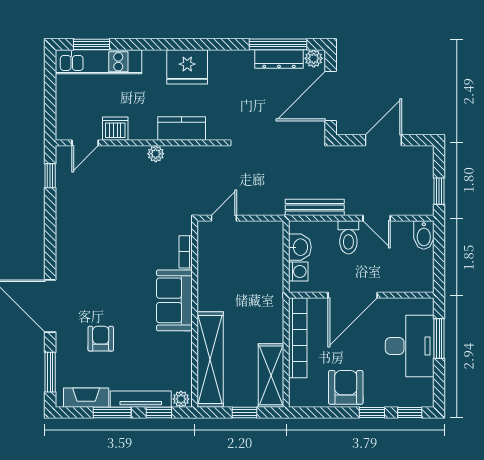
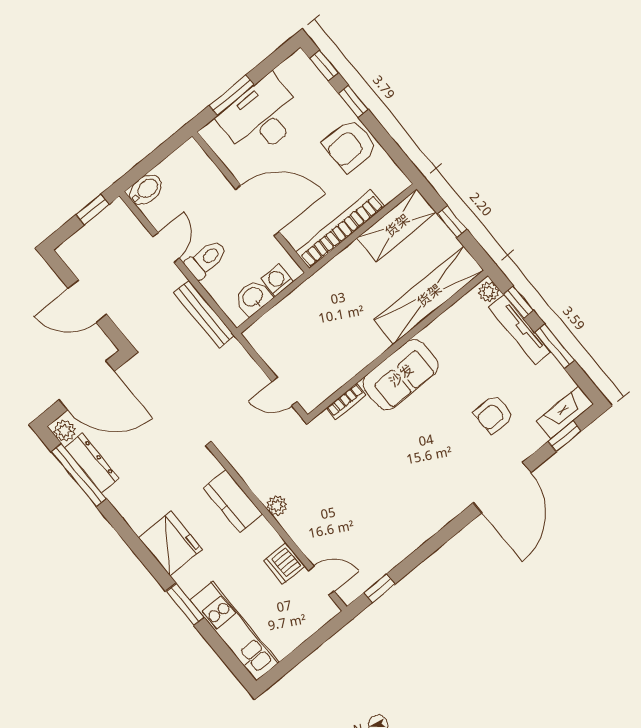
window: (91, 44) -> (185, 604), moved
window: (50, 372) -> (565, 436), width x0.67
fireplace: (86, 398) -> (565, 412), moved, turned 90

